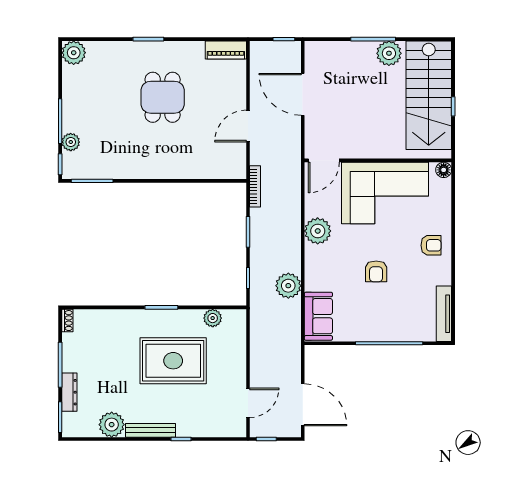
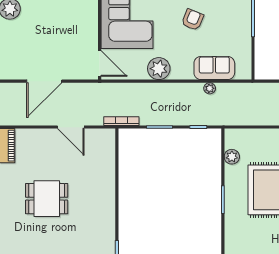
armchair: (376, 271) -> (193, 20), turned -68
plant: (288, 286) -> (210, 88), width x0.53, depth x0.53
sofa: (318, 316) -> (214, 68), moved

